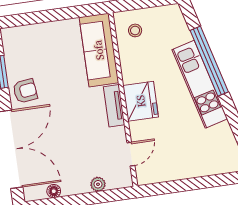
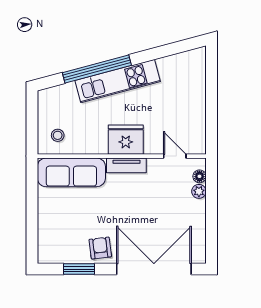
floor lamp: (54, 191) -> (199, 176), moved

